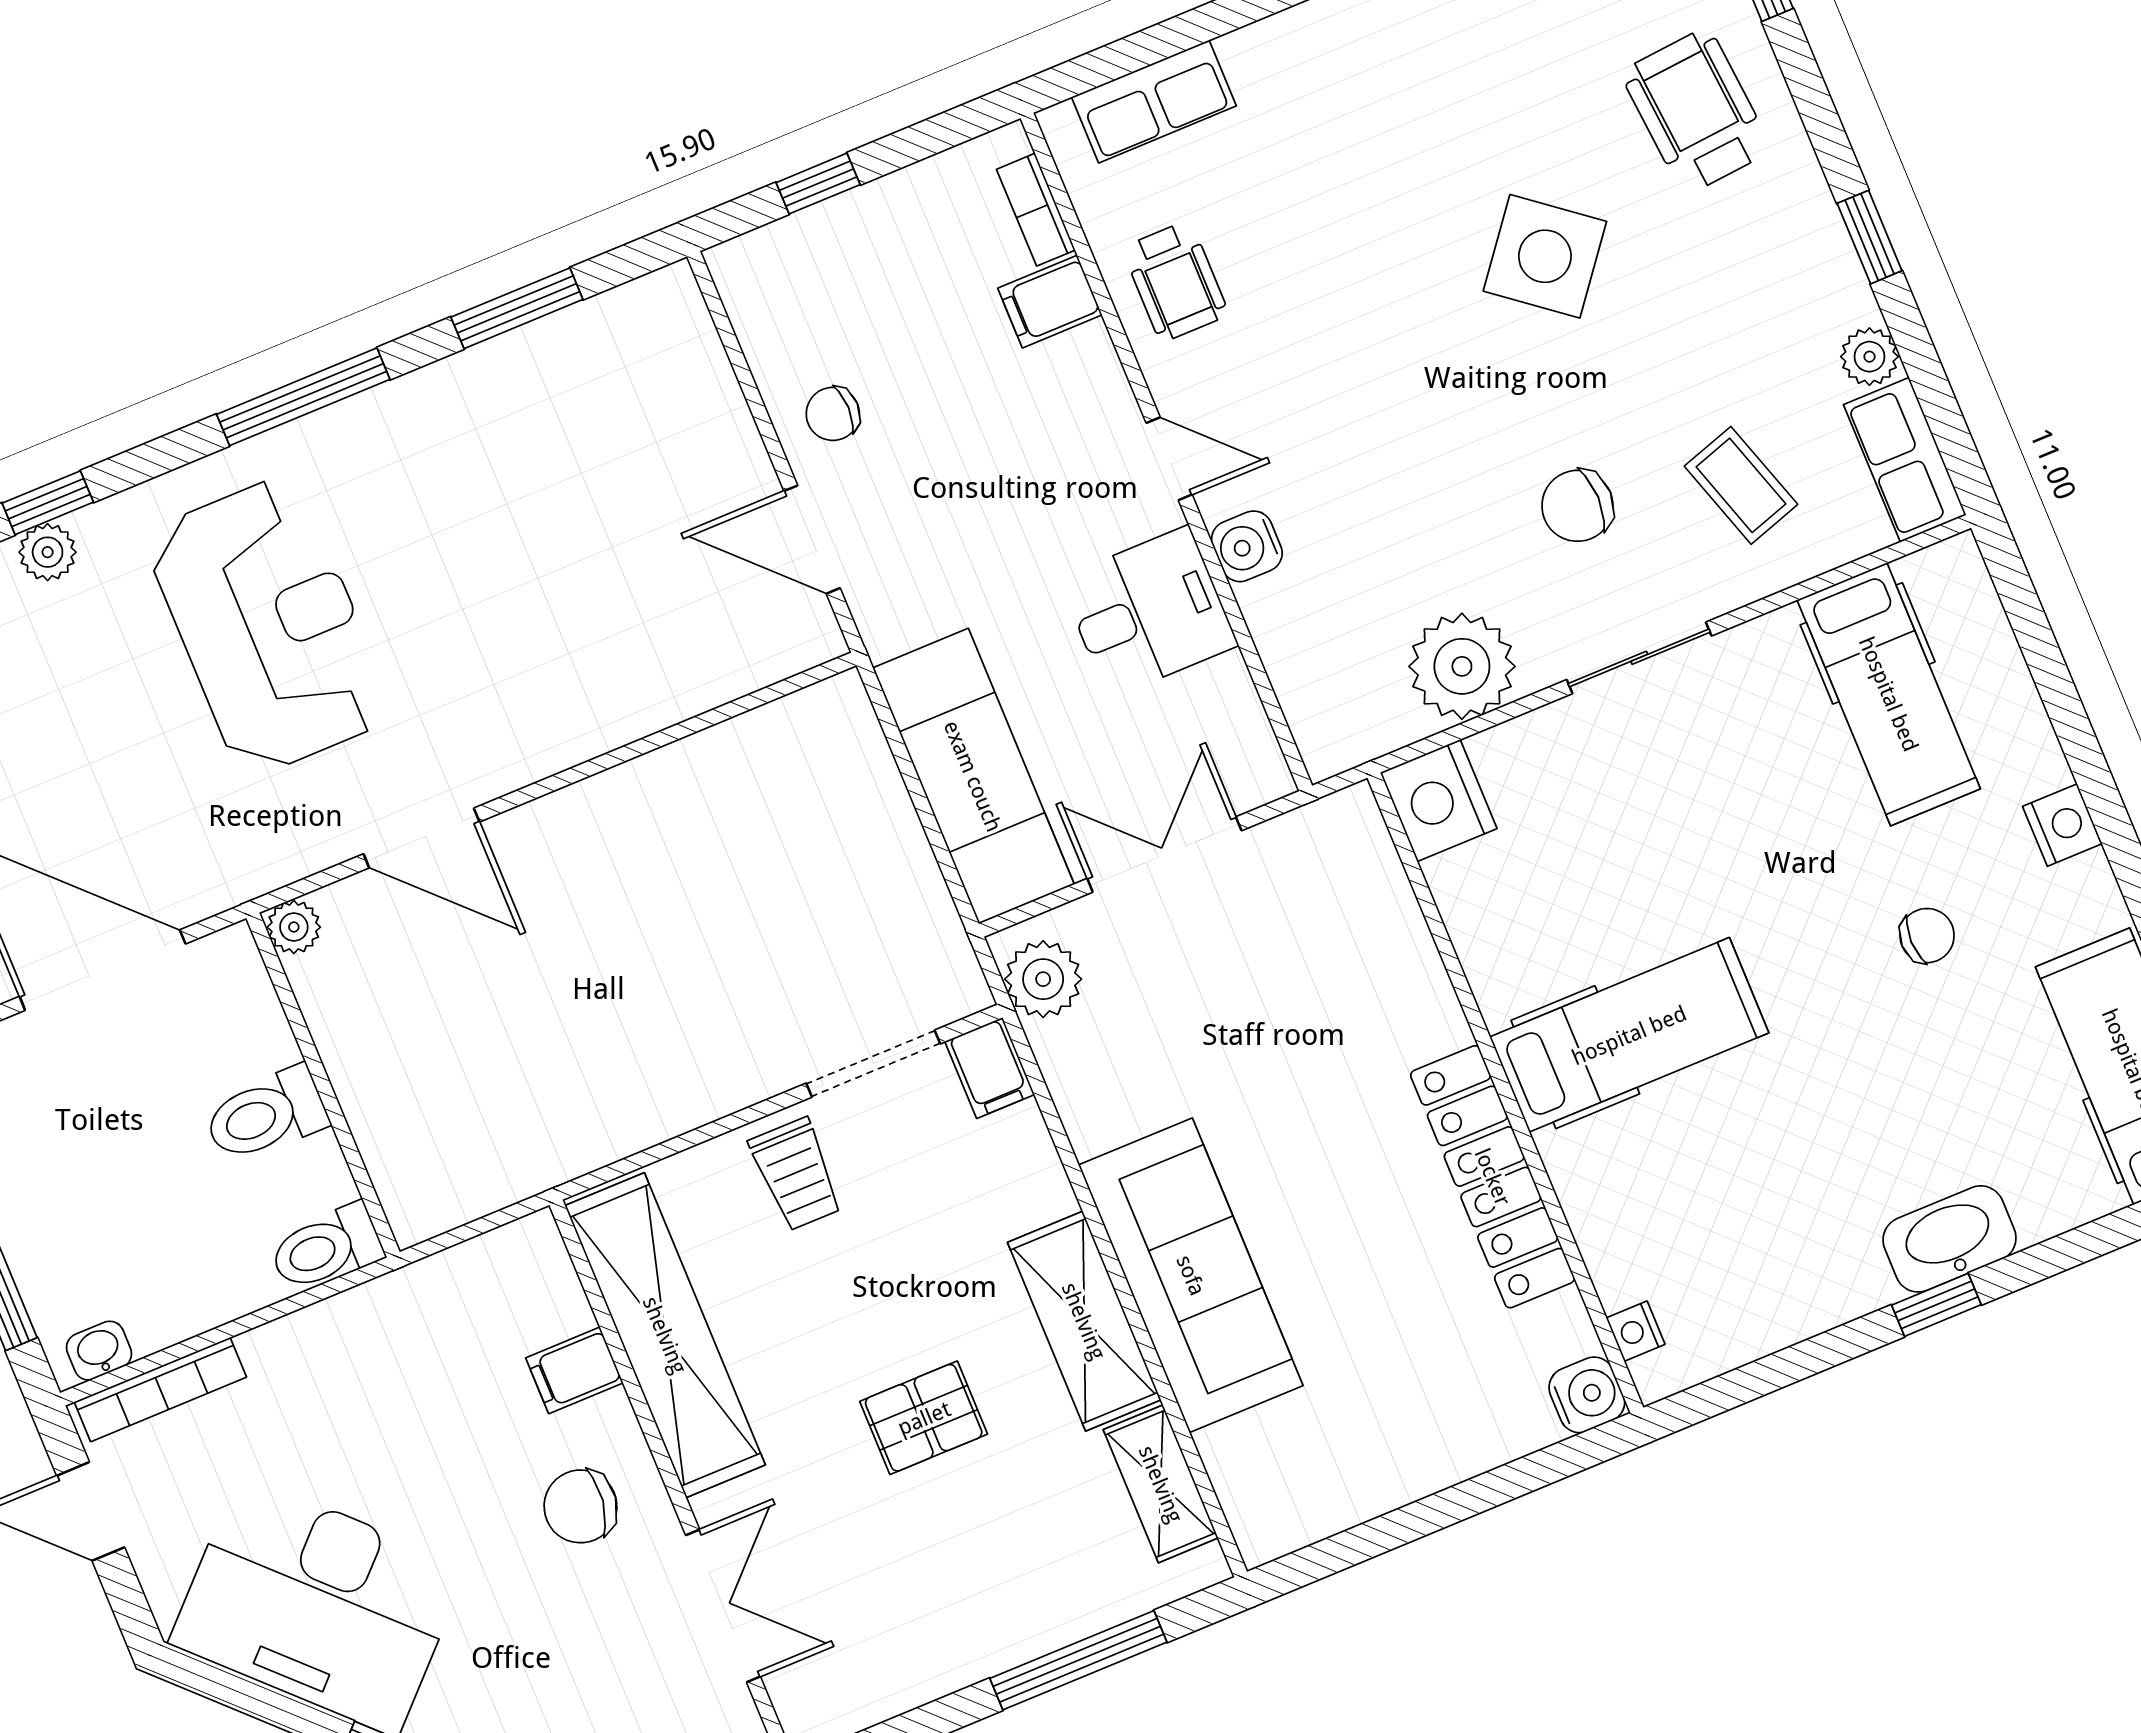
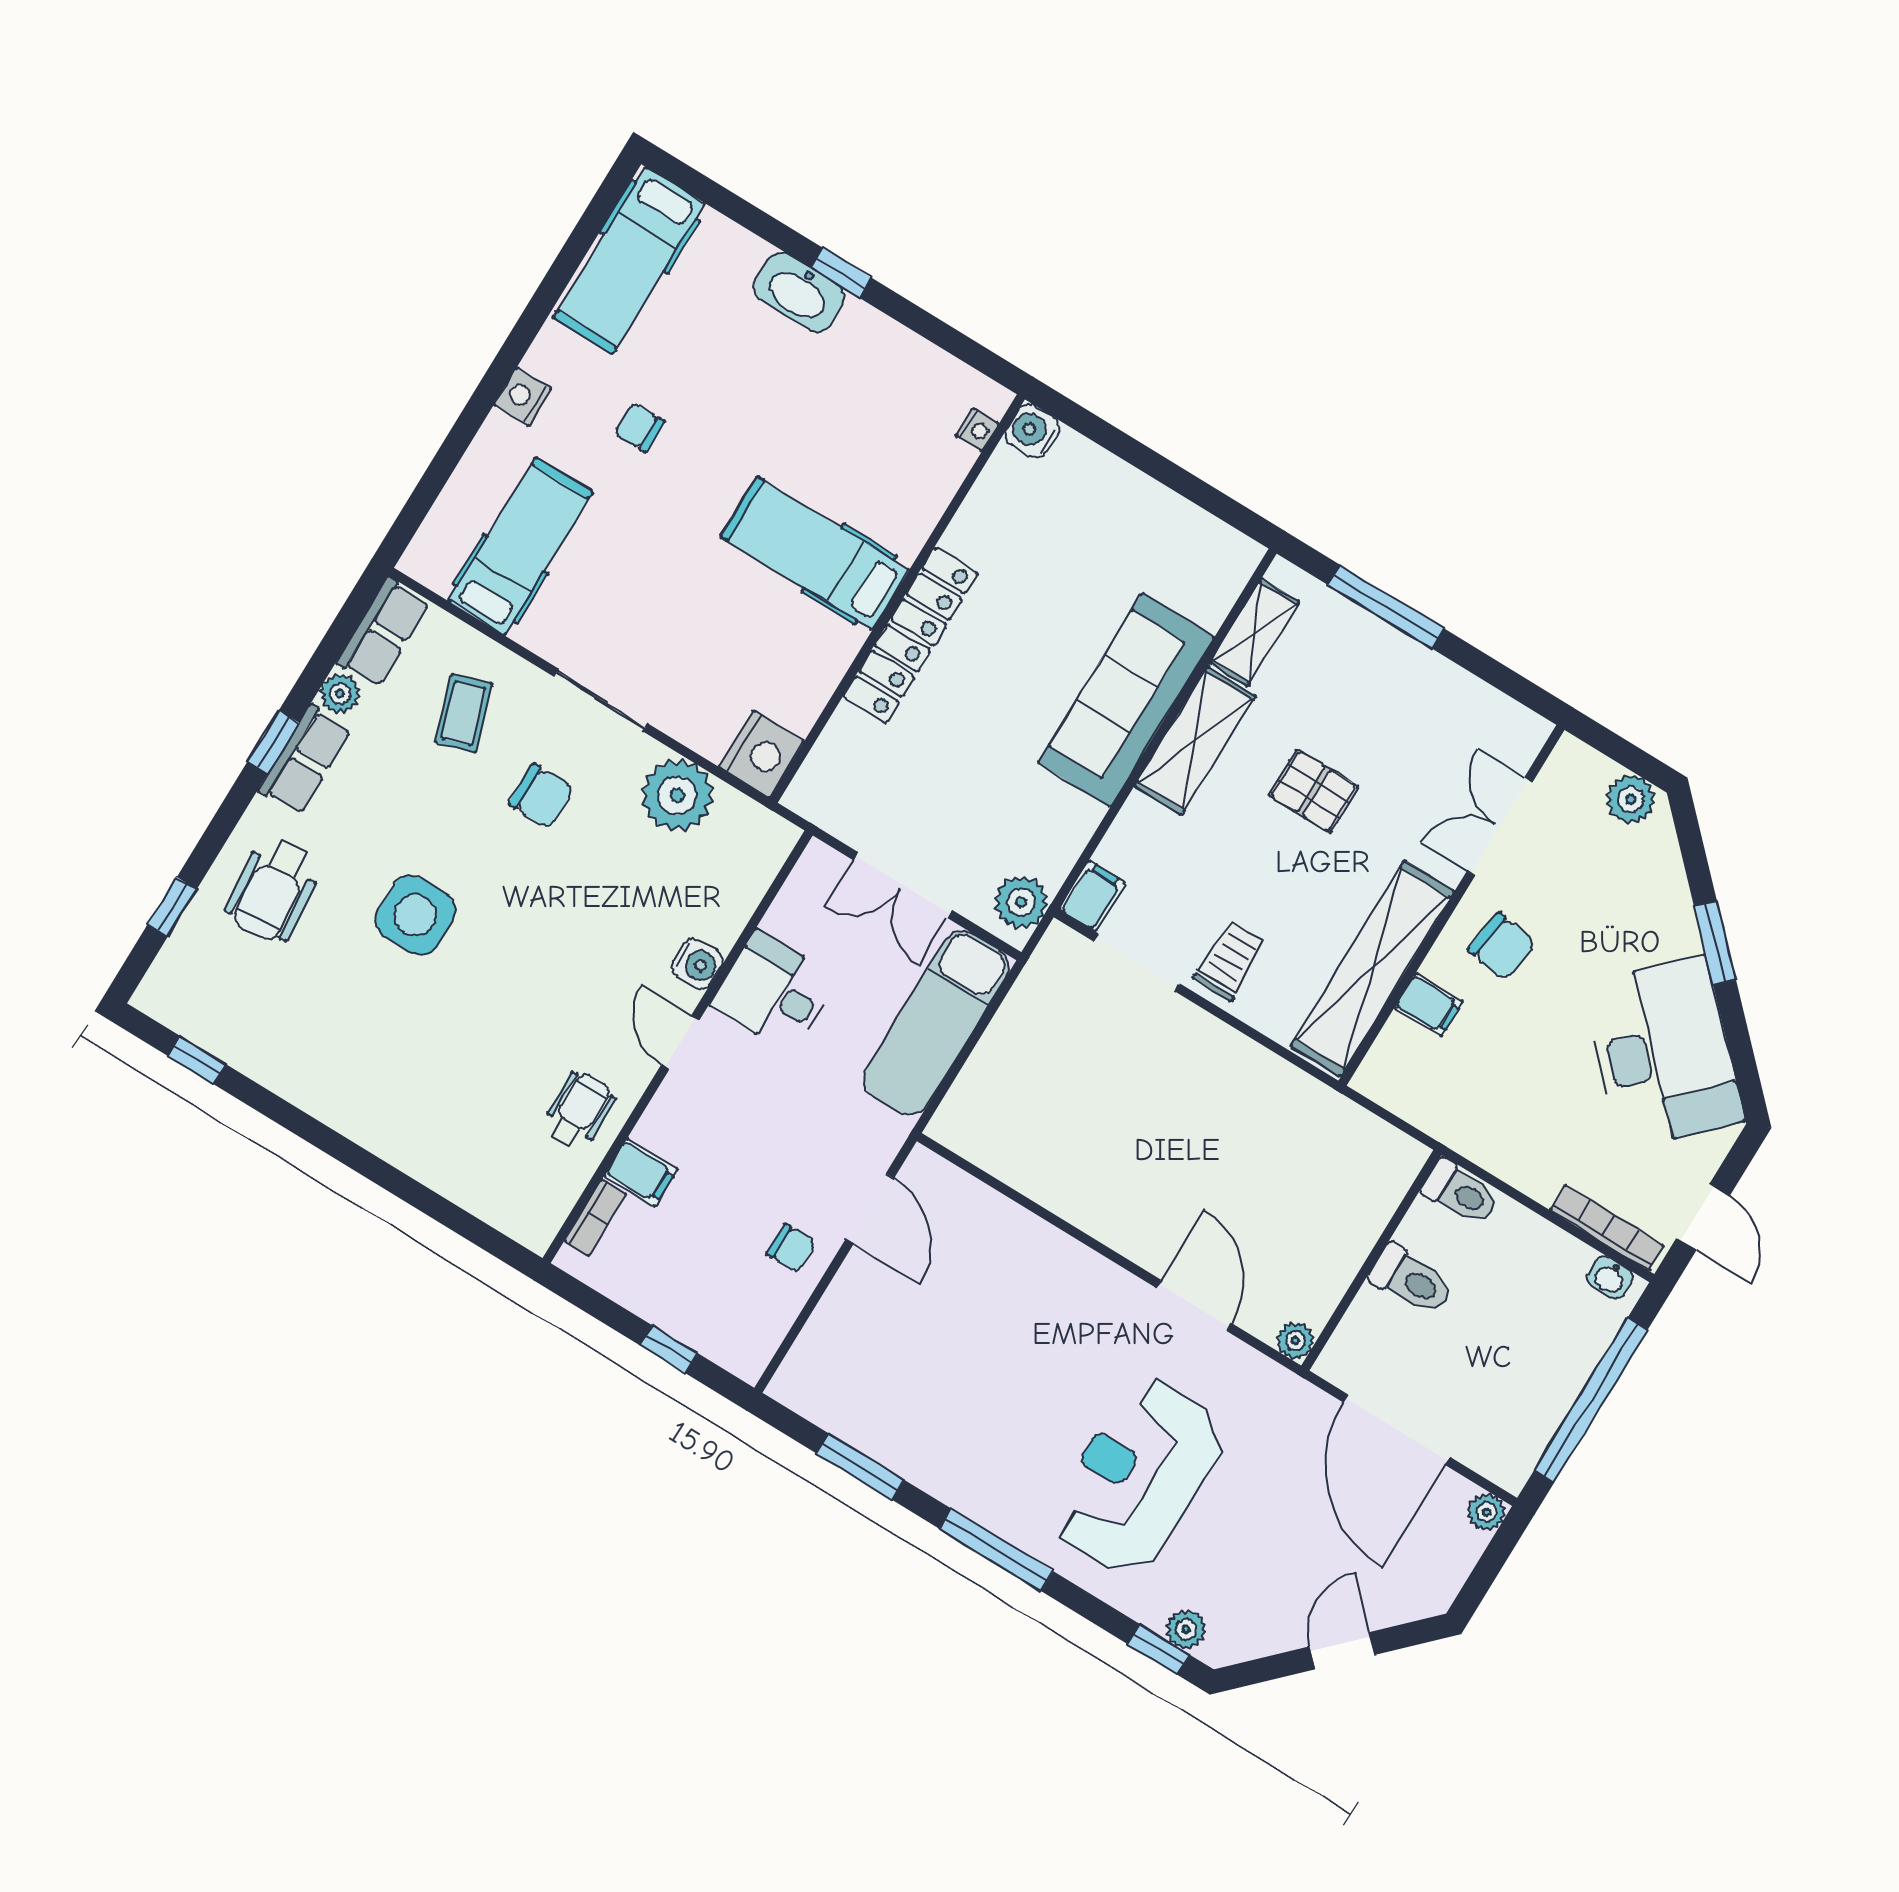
row of seats: (1154, 102) -> (305, 760), moved, turned 90
side table: (1545, 256) -> (415, 915), turned -38
locker: (1493, 1177) -> (910, 635), moved

